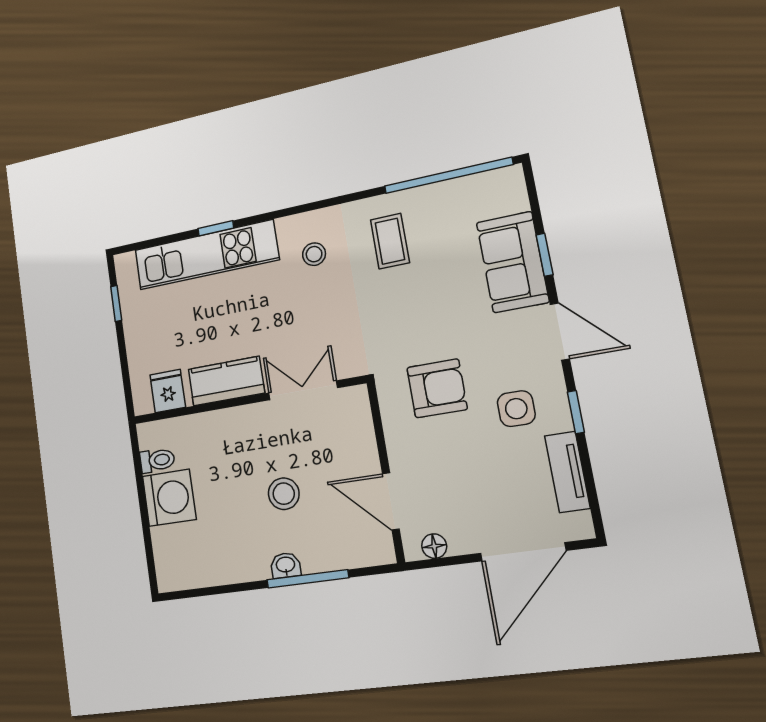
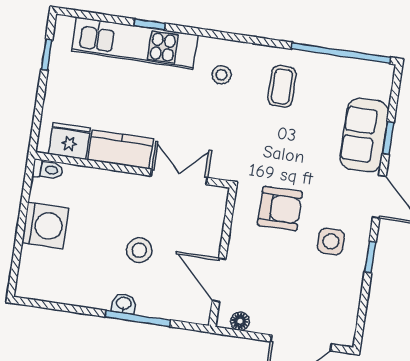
fridge: (168, 391) -> (70, 141), width x1.38
toilet: (157, 460) -> (48, 169), moved
tv unit: (567, 472) -> (350, 297), removed

